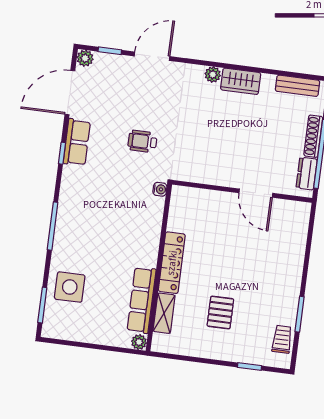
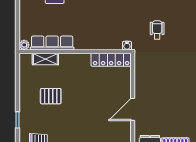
locker: (172, 263) -> (111, 60), moved

